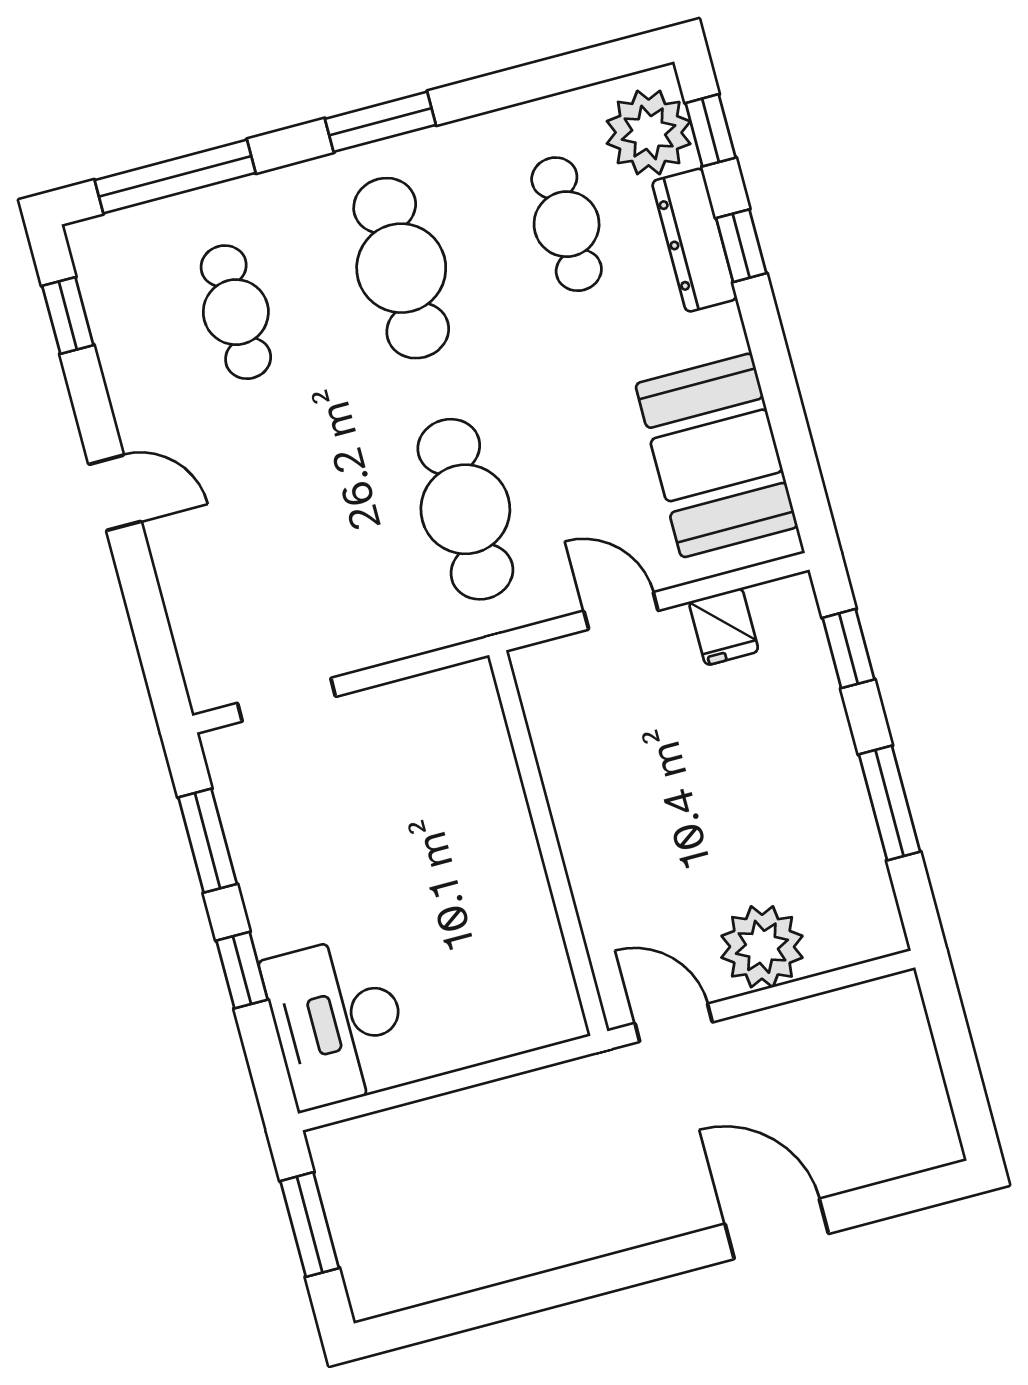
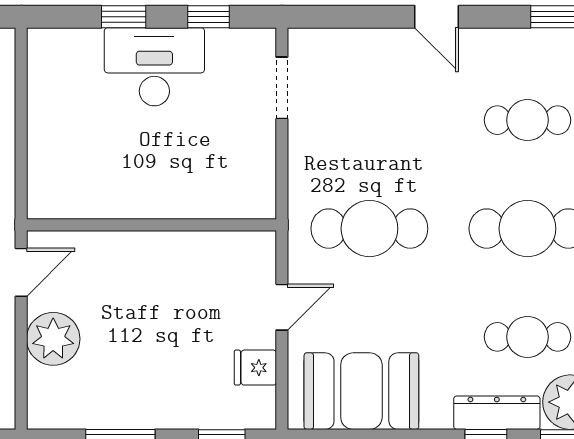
door: (115, 493) -> (437, 17), hinge flipped
window: (208, 841) -> (208, 17), width x0.67
desk: (338, 1022) -> (154, 67), moved

